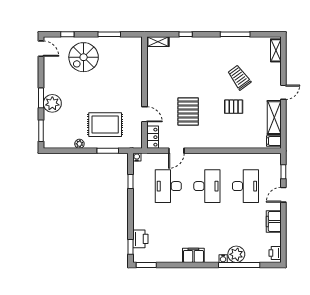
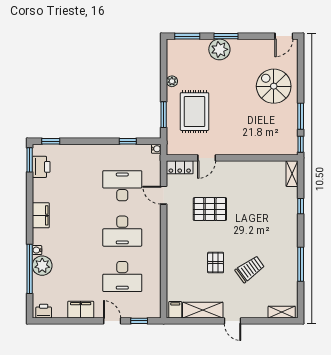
window: (67, 34) -> (301, 144), moved
printer: (140, 239) -> (41, 167), moved, turned -90

